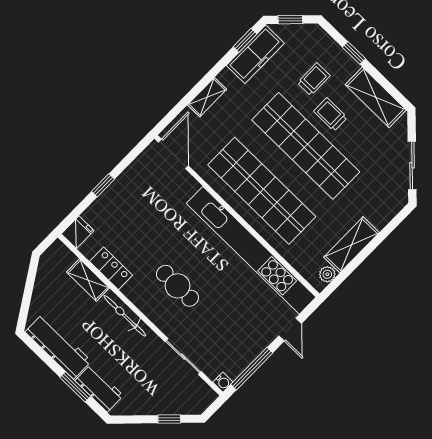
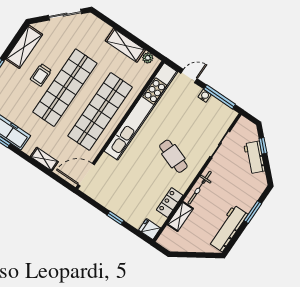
trolley: (314, 79) -> (20, 90), removed
cafe table: (177, 286) -> (173, 156), turned -70
water cooler: (223, 382) -> (205, 96), moved
workbench: (99, 388) -> (254, 157), moved, turned -45

